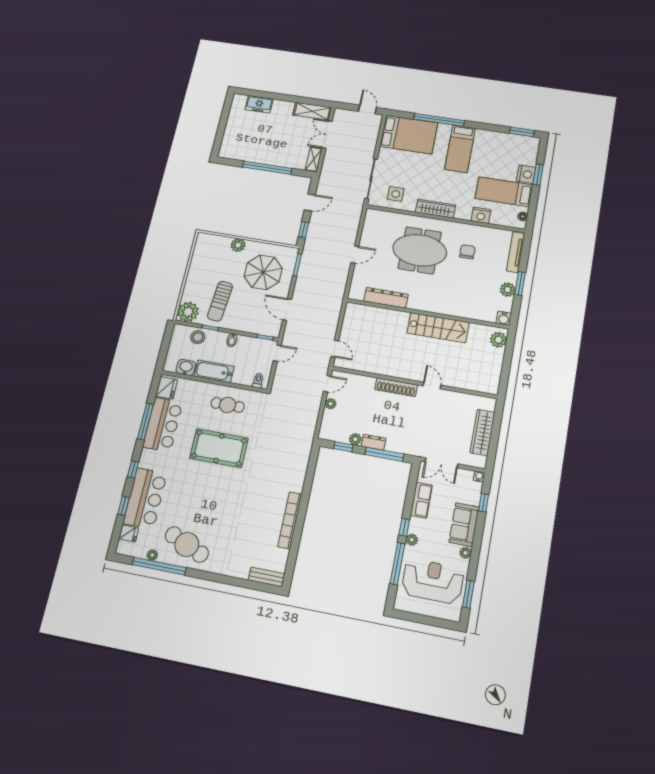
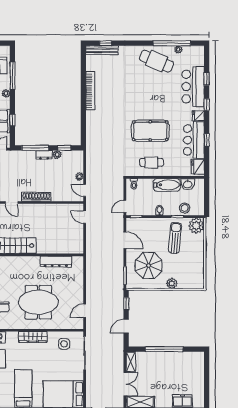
door: (355, 255) -> (85, 311), moved
door: (327, 384) -> (85, 190), hinge flipped
window: (145, 422) -> (207, 140), width x0.46
window: (404, 527) -> (12, 120), moved
fridge: (129, 533) -> (198, 116), moved
bench: (267, 577) -> (102, 50), width x1.36
window: (253, 585) -> (106, 43), added

